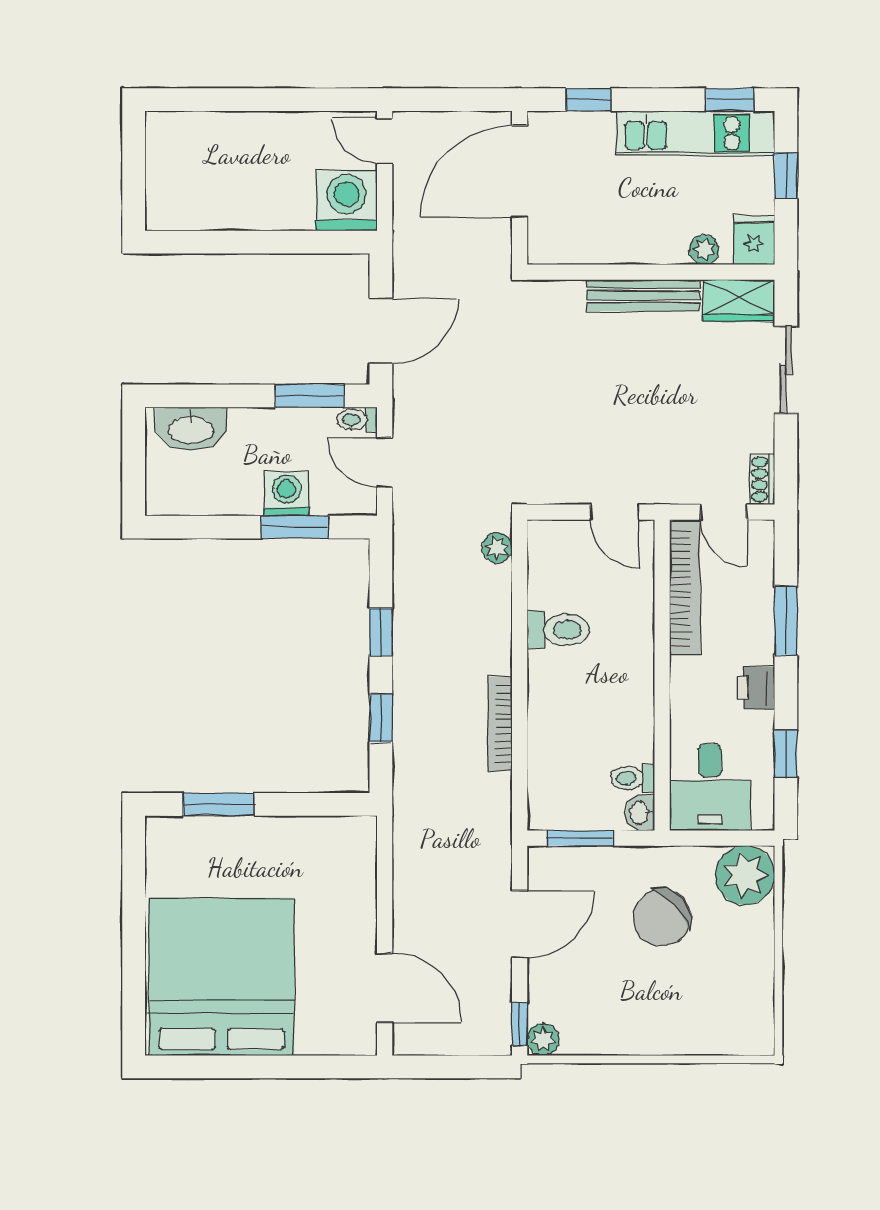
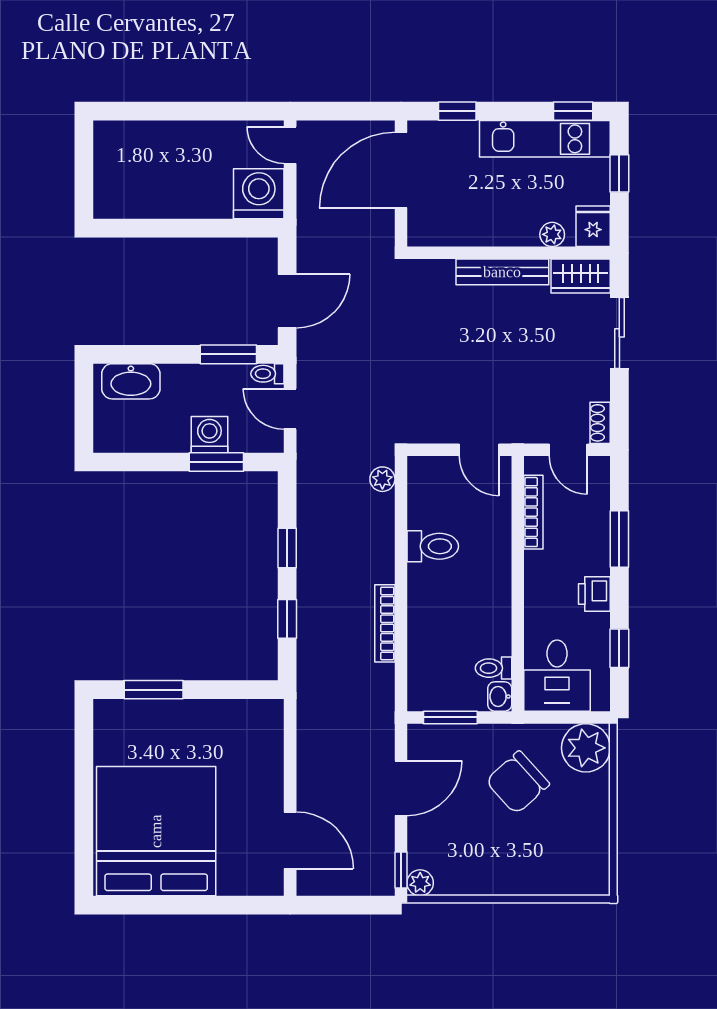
bookcase: (685, 588) -> (533, 512), width x0.68, depth x0.76

